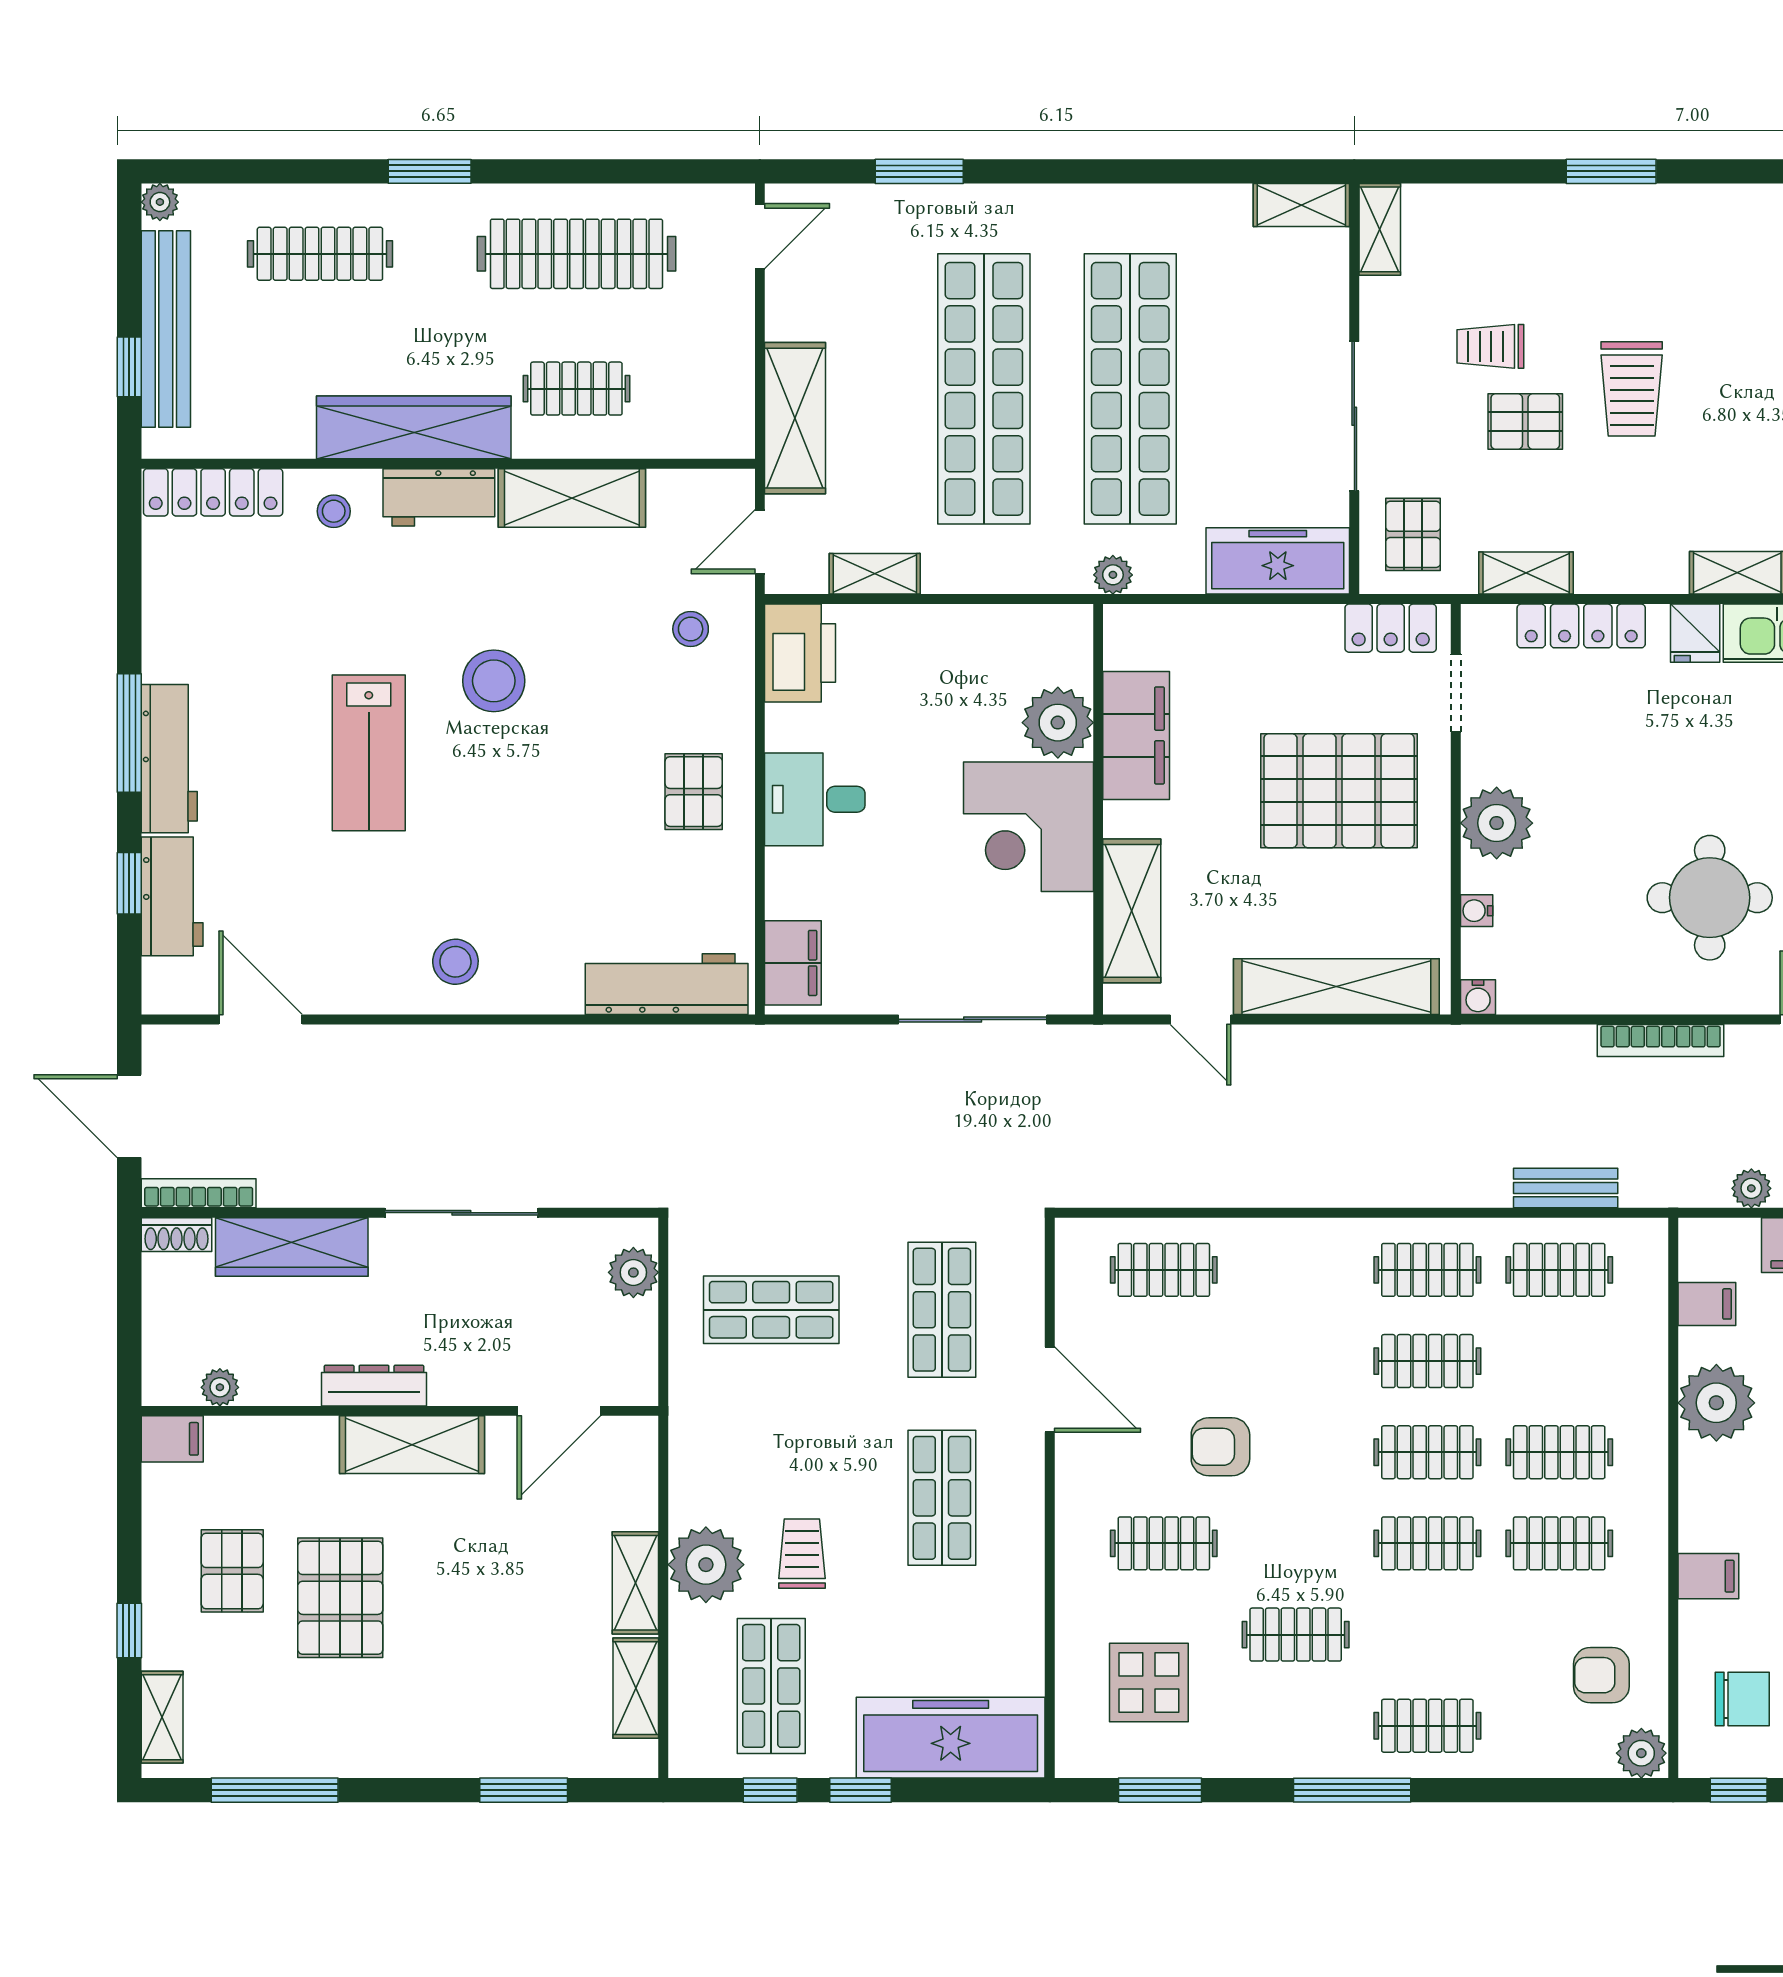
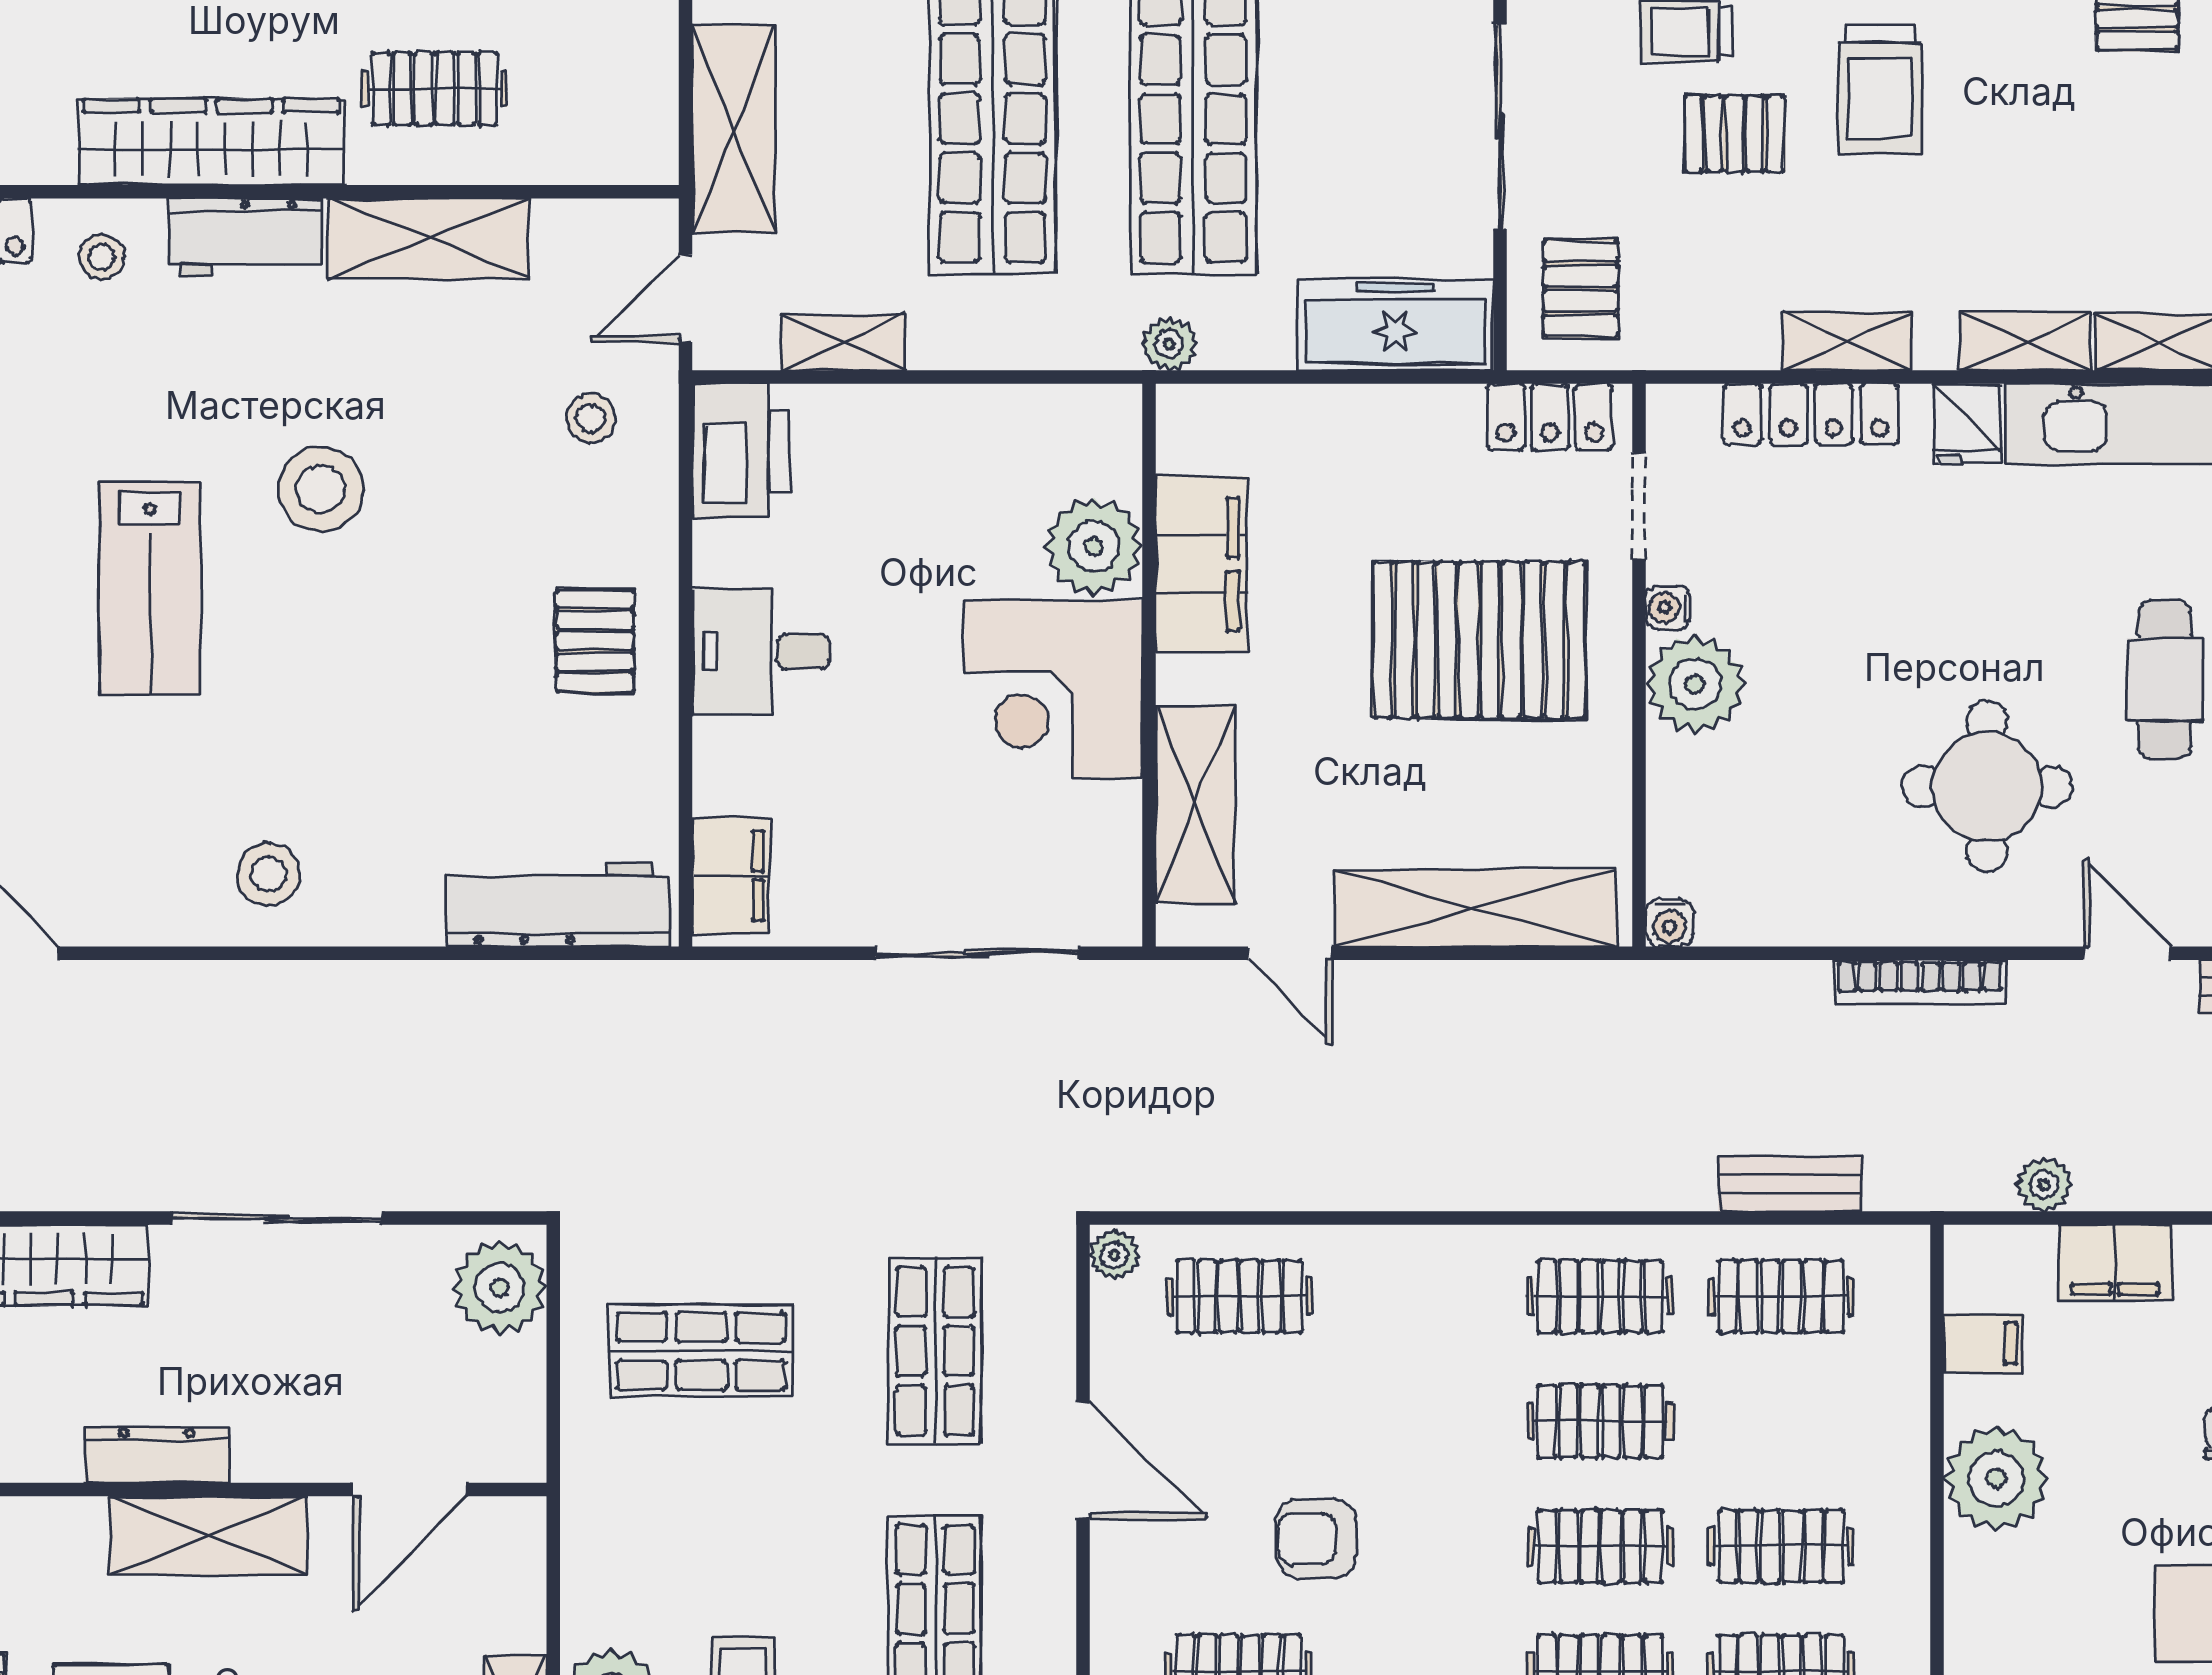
shelving: (1526, 573) -> (1847, 341), moved
water cooler: (1477, 911) -> (1668, 607), moved
plant: (1073, 1240) -> (1114, 1255), added
plant: (633, 1272) -> (500, 1287), width x1.36, depth x1.36

